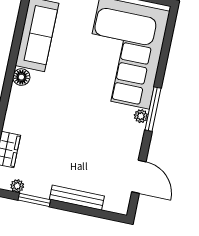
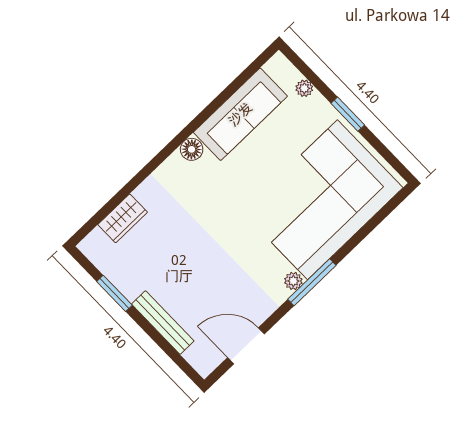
door: (139, 177) -> (246, 346), swing flipped
plant: (17, 186) -> (106, 265), removed

